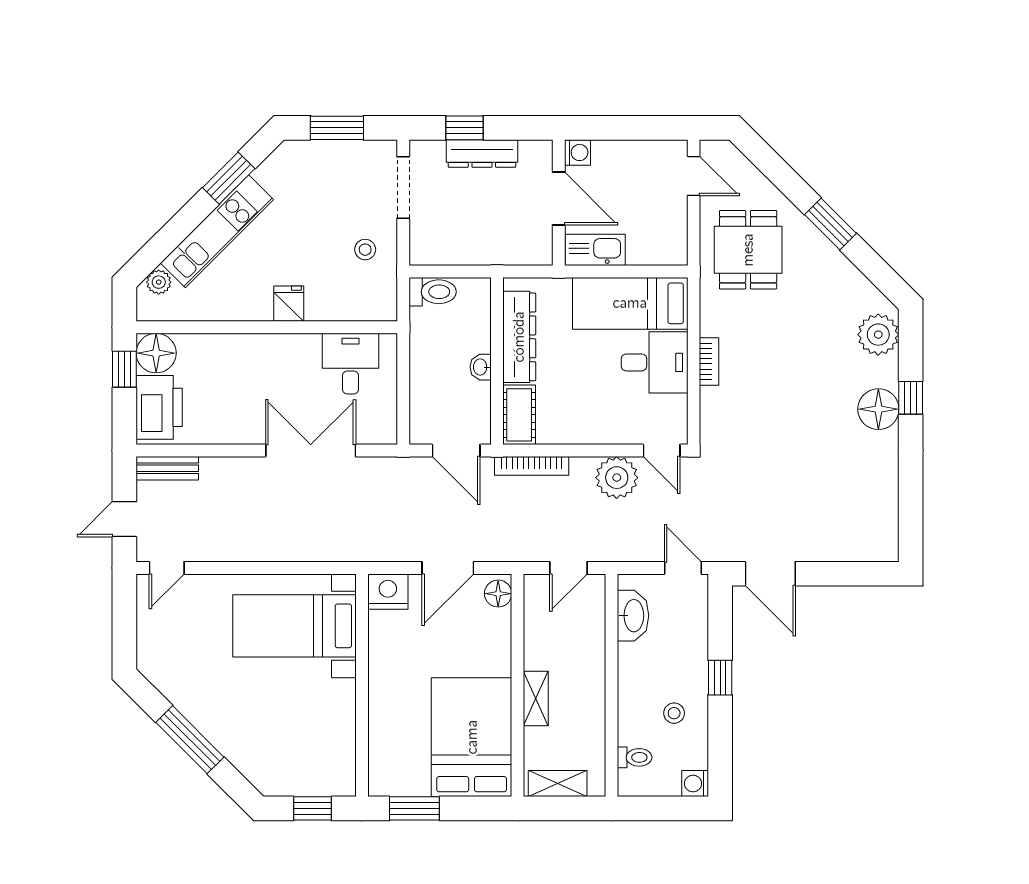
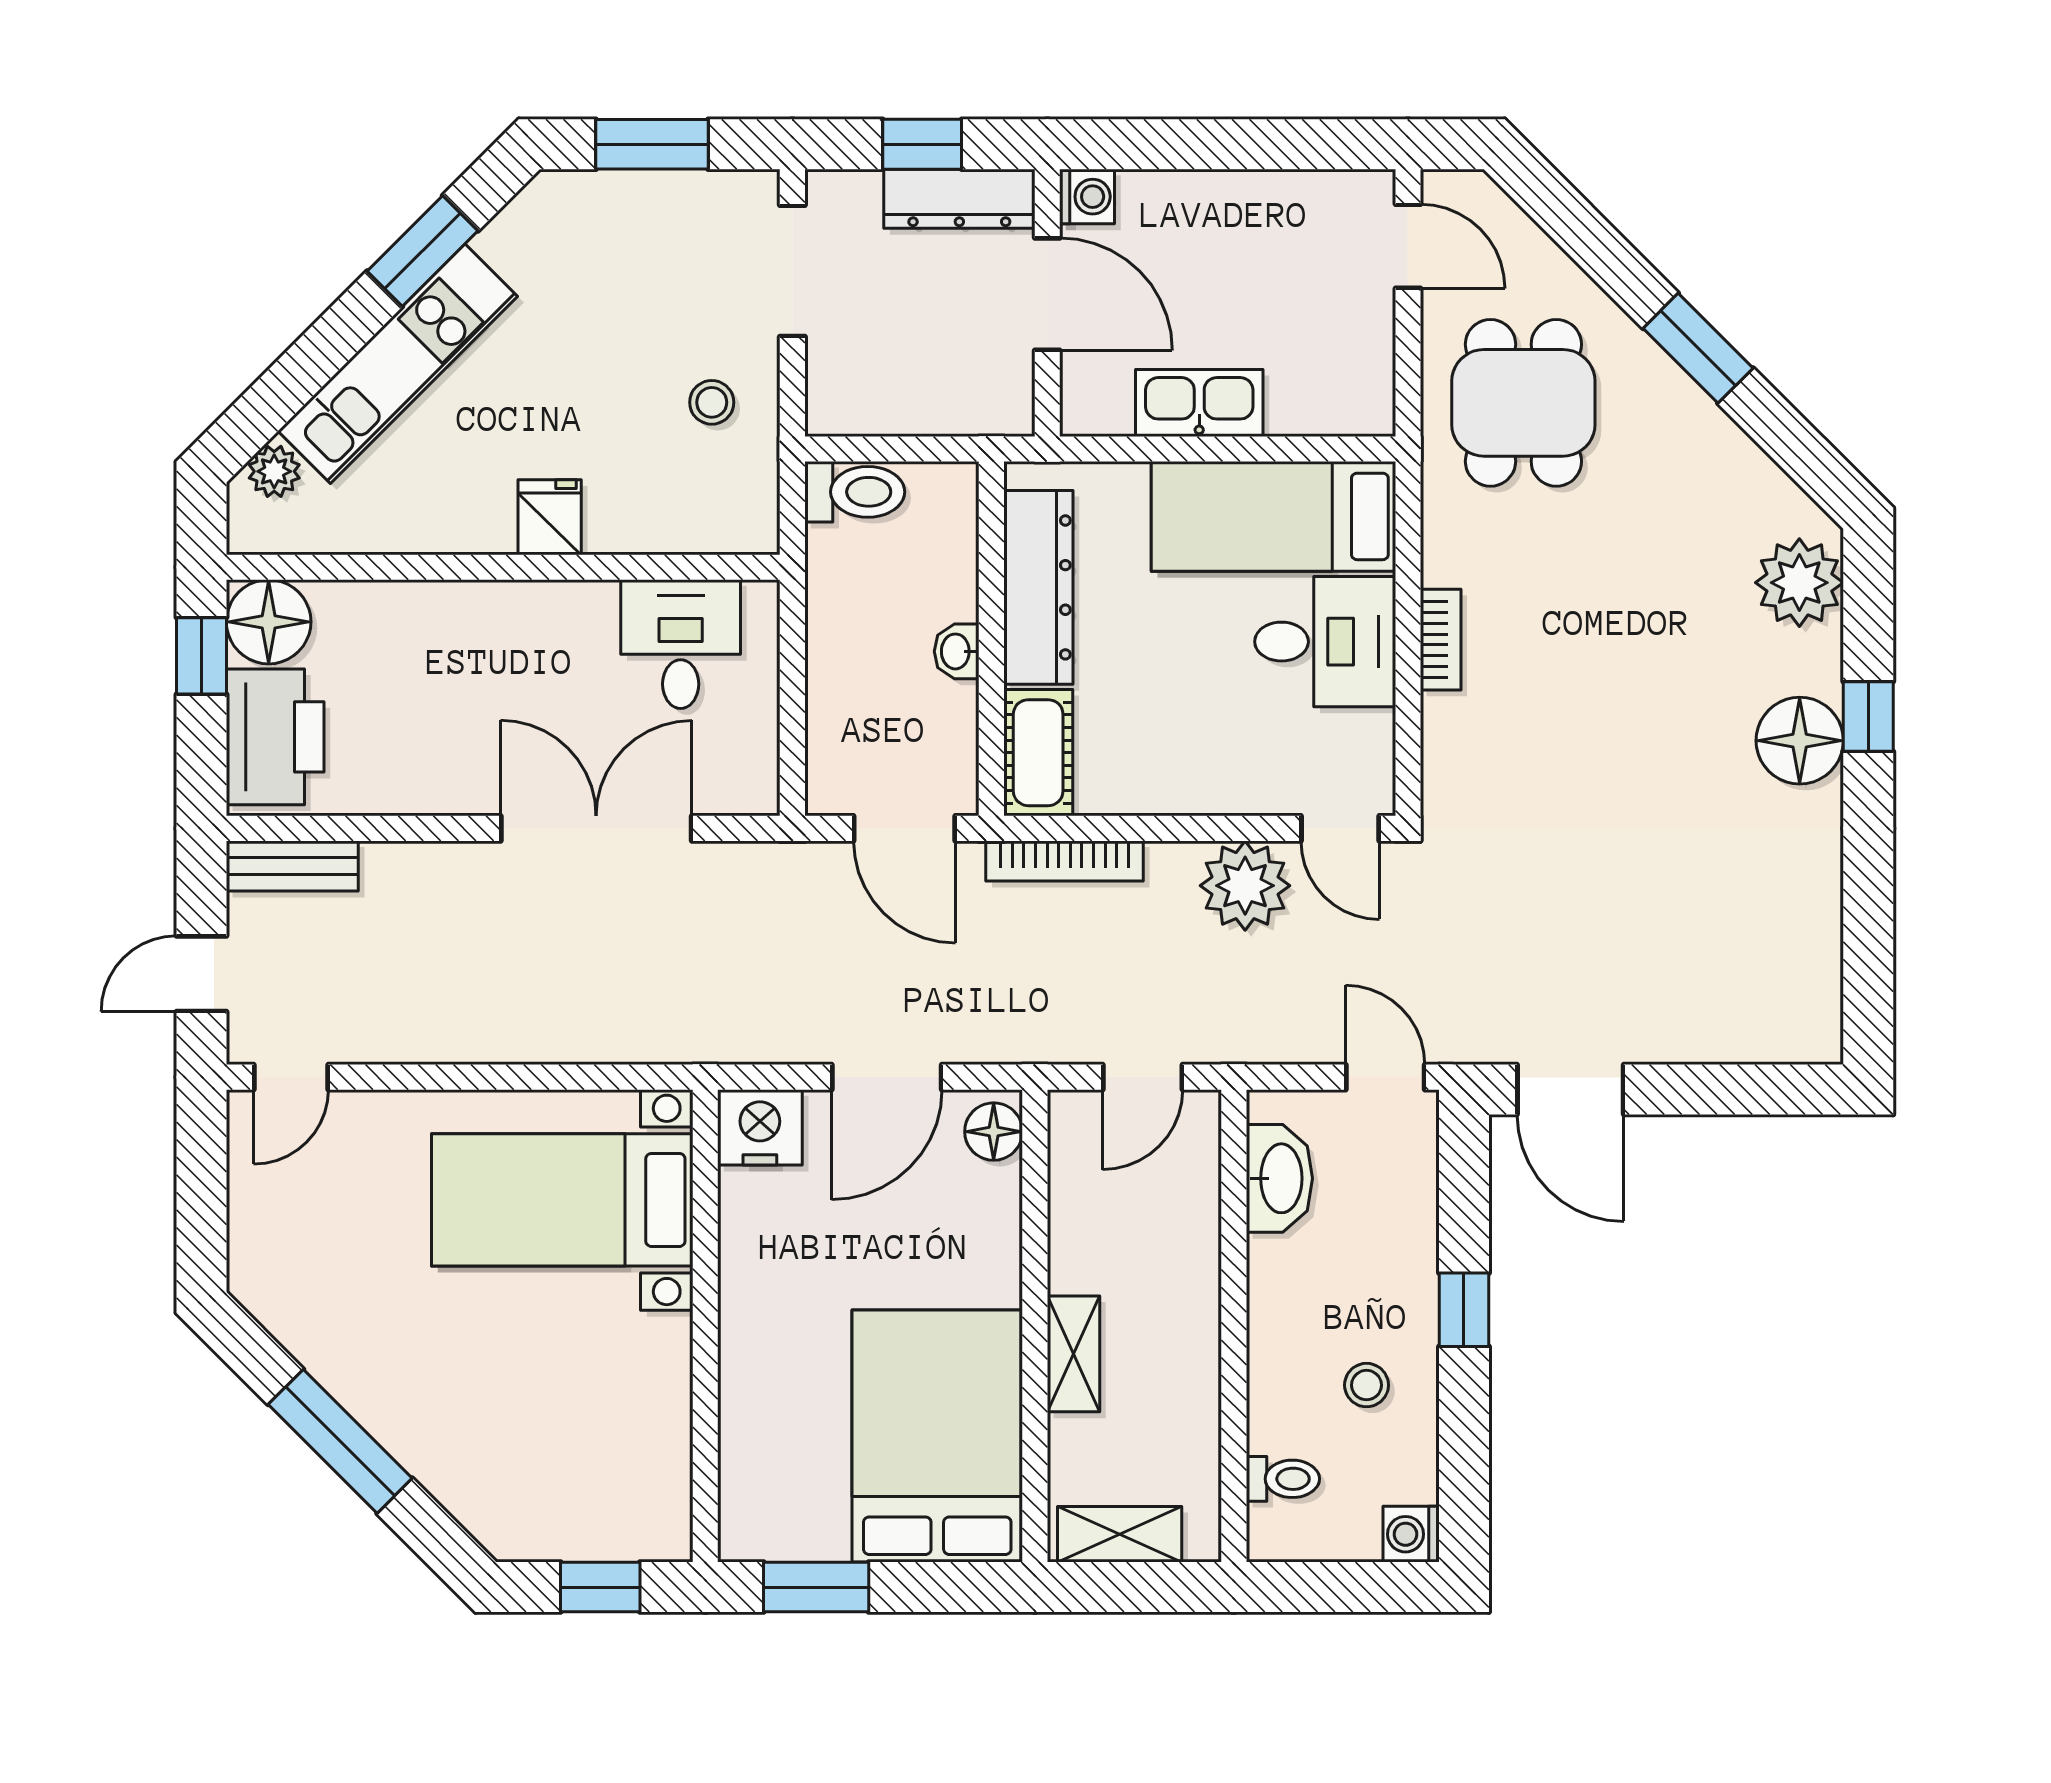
washing machine: (577, 152) -> (1087, 197), moved
door: (559, 198) -> (1047, 294), moved
wall: (559, 203) -> (1047, 303), moved

